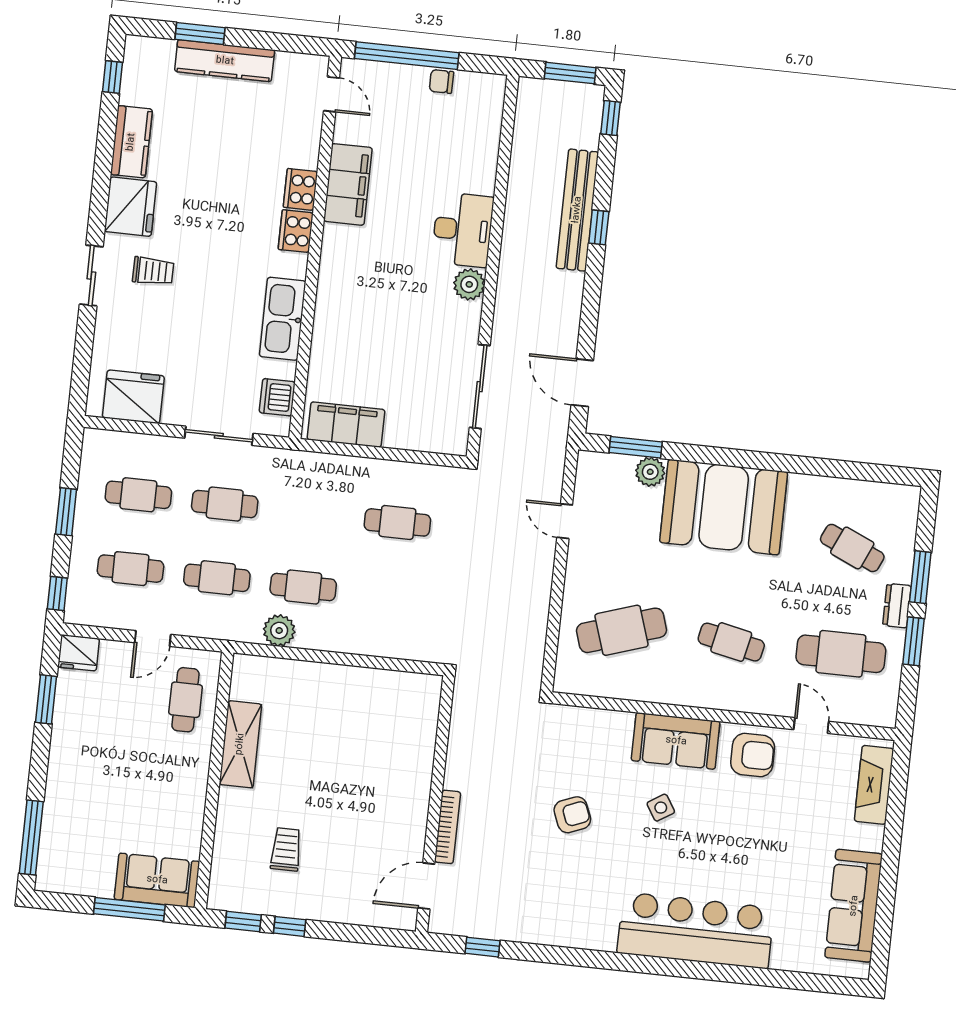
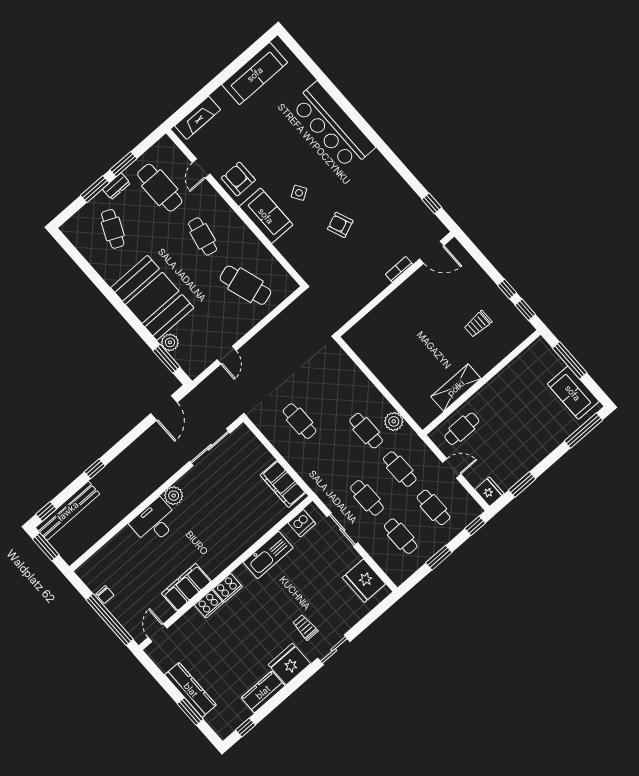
bench: (577, 210) -> (68, 511), moved
bookcase: (448, 827) -> (399, 269), width x0.64
sofa: (157, 880) -> (573, 393), moved

